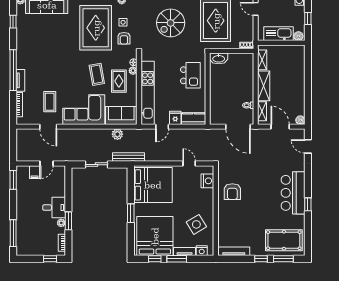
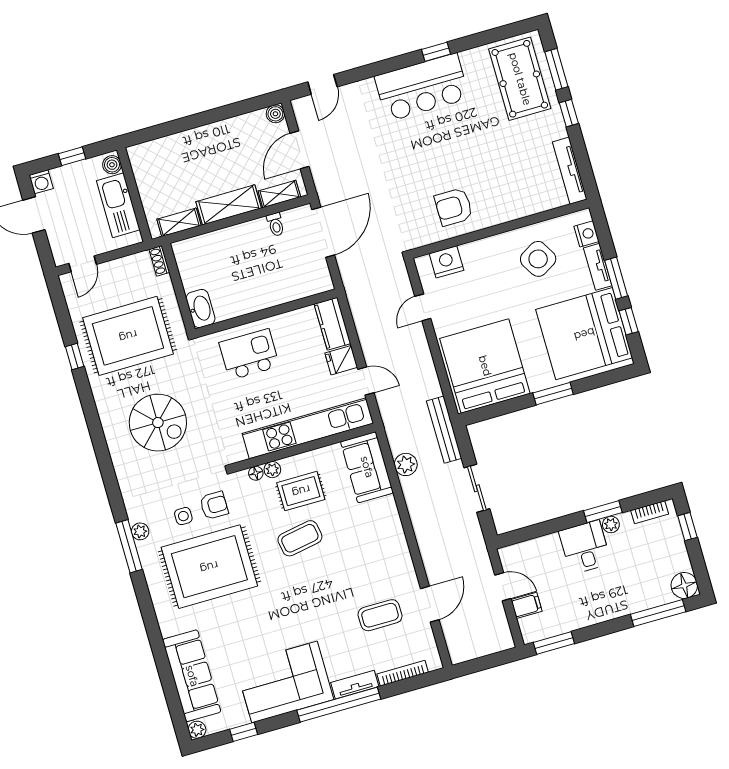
corner sofa: (84, 110) -> (284, 682), moved, turned 90
armchair: (232, 192) -> (454, 207), turned 180
floor lamp: (23, 249) -> (684, 585), added

